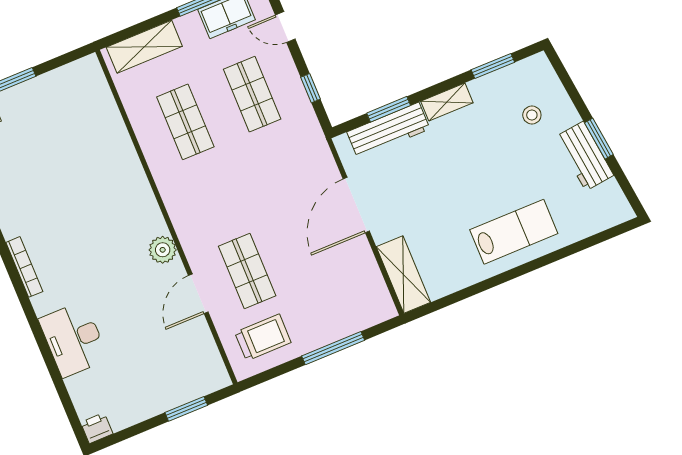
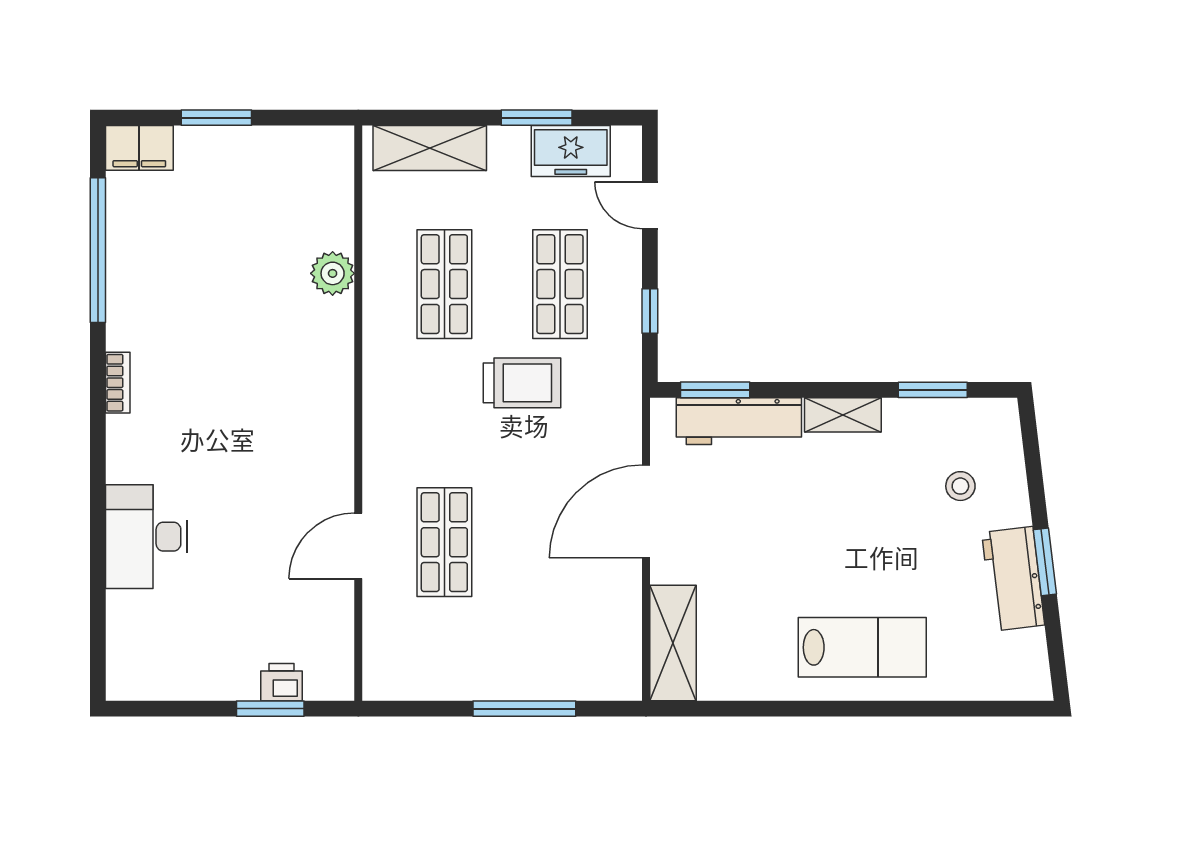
window: (389, 109) -> (715, 390), moved
plant: (163, 250) -> (333, 273), moved
bookcase: (24, 267) -> (118, 383), width x0.64
trolley: (263, 337) -> (522, 383), moved
printer: (97, 428) -> (281, 682), moved

